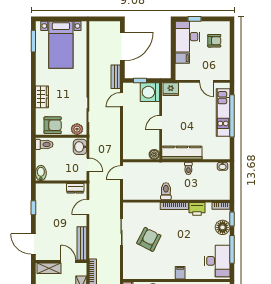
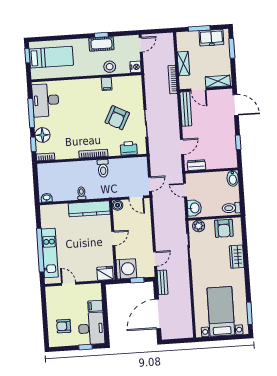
armchair: (53, 125) -> (224, 228), turned -90
door: (136, 161) -> (136, 197), added
printer: (197, 209) -> (129, 148), moved
filing cabinet: (180, 273) -> (107, 84), moved

